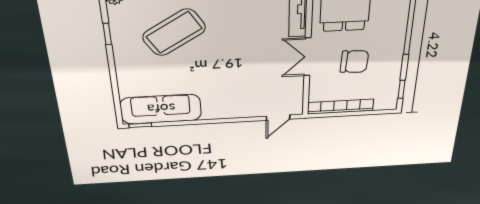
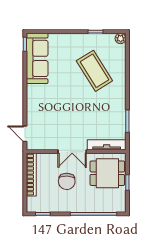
double door: (307, 57) -> (72, 152), swing flipped

